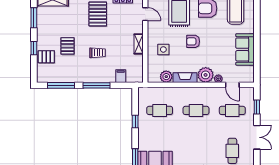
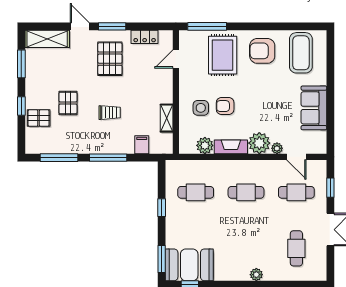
door: (145, 14) -> (176, 59), swing flipped
armchair: (193, 41) -> (225, 106), moved
shelving: (139, 44) -> (167, 118), moved

